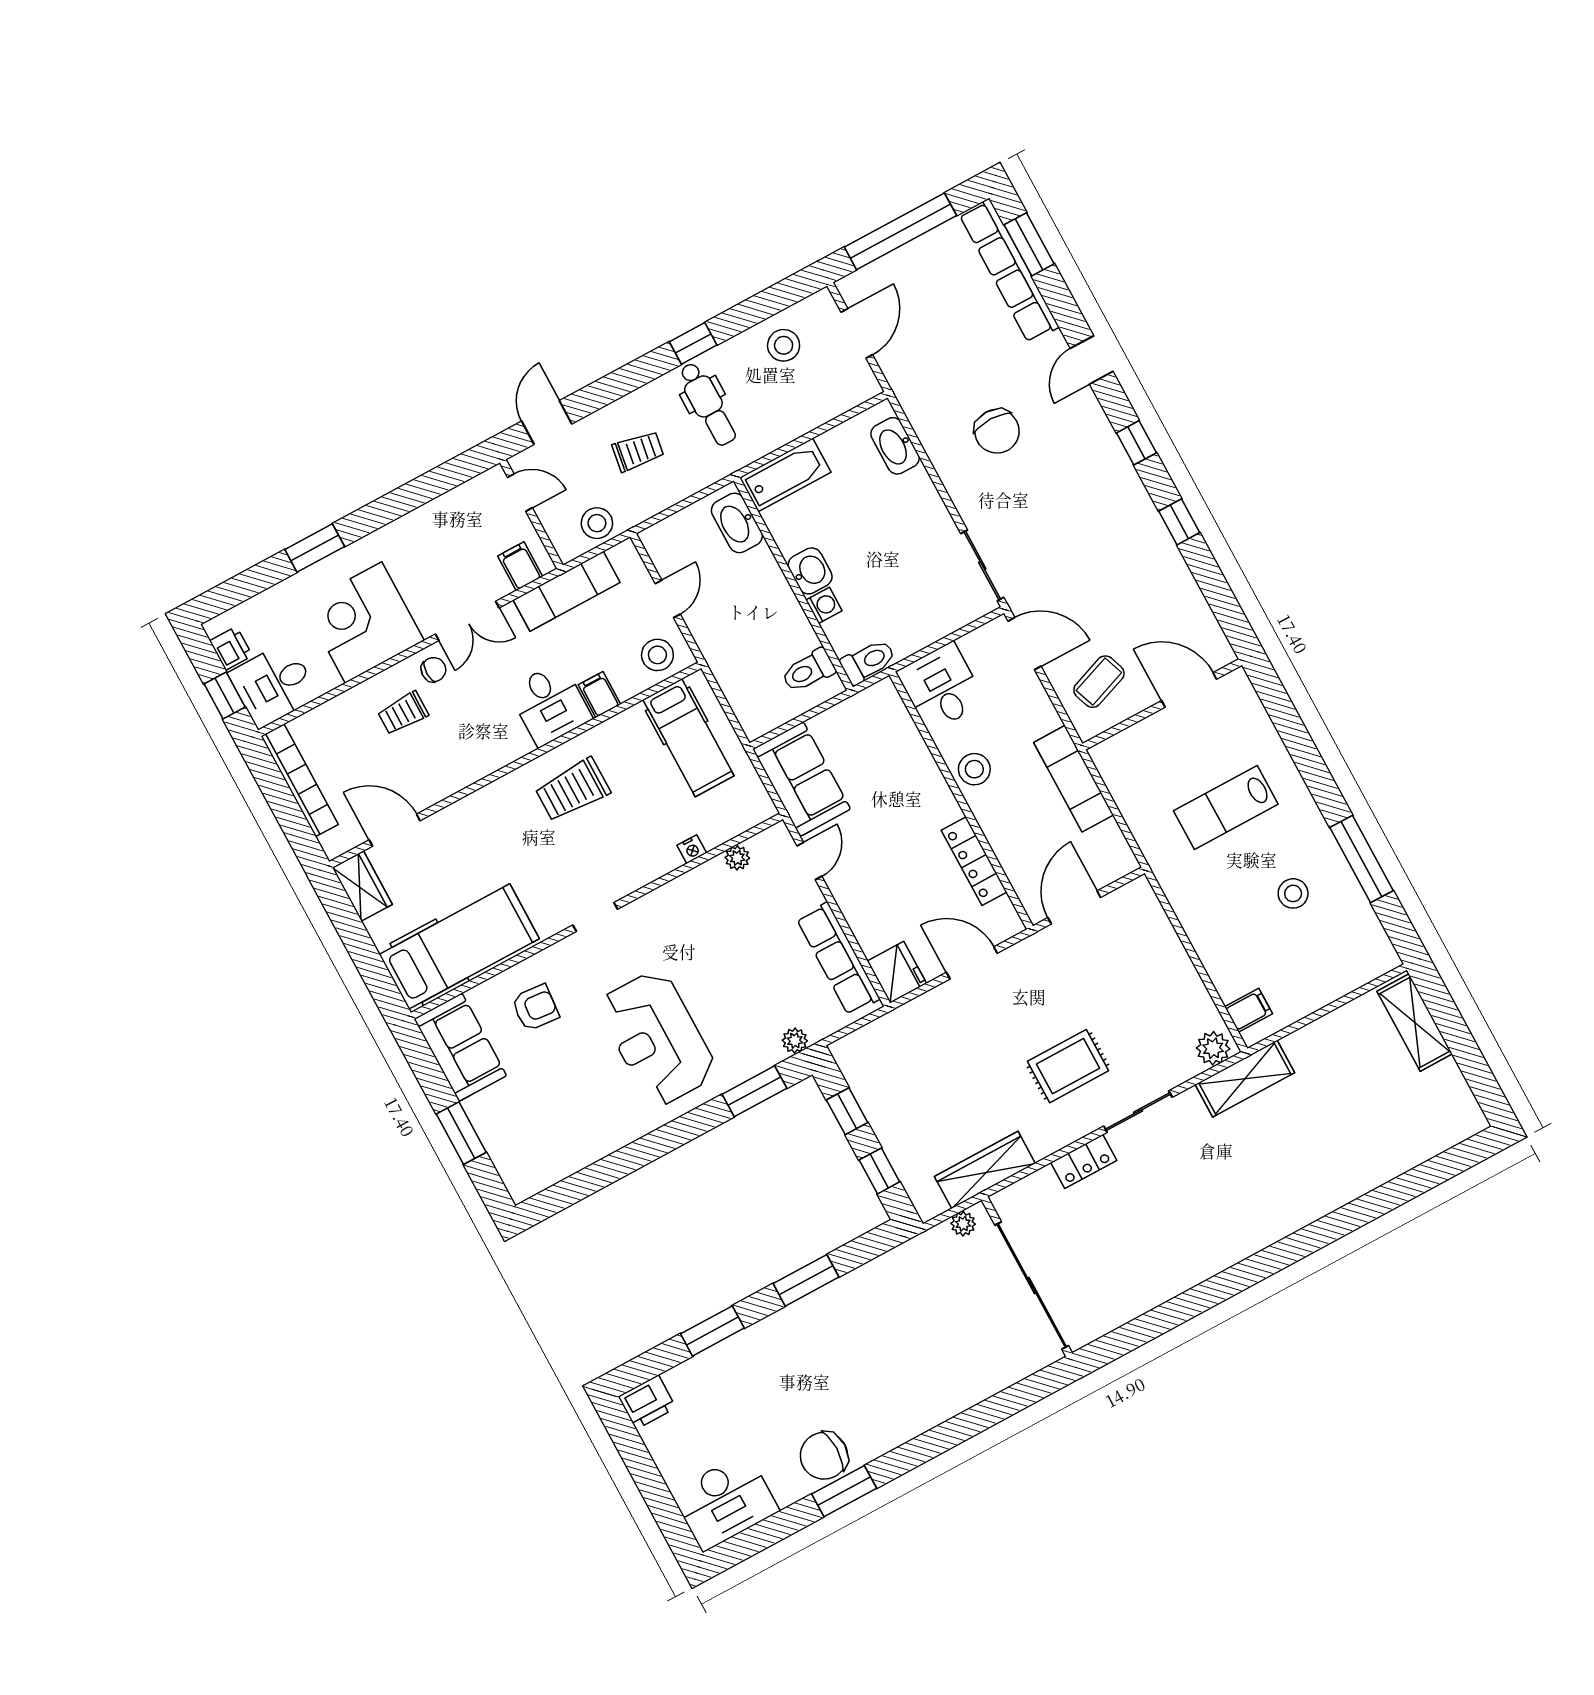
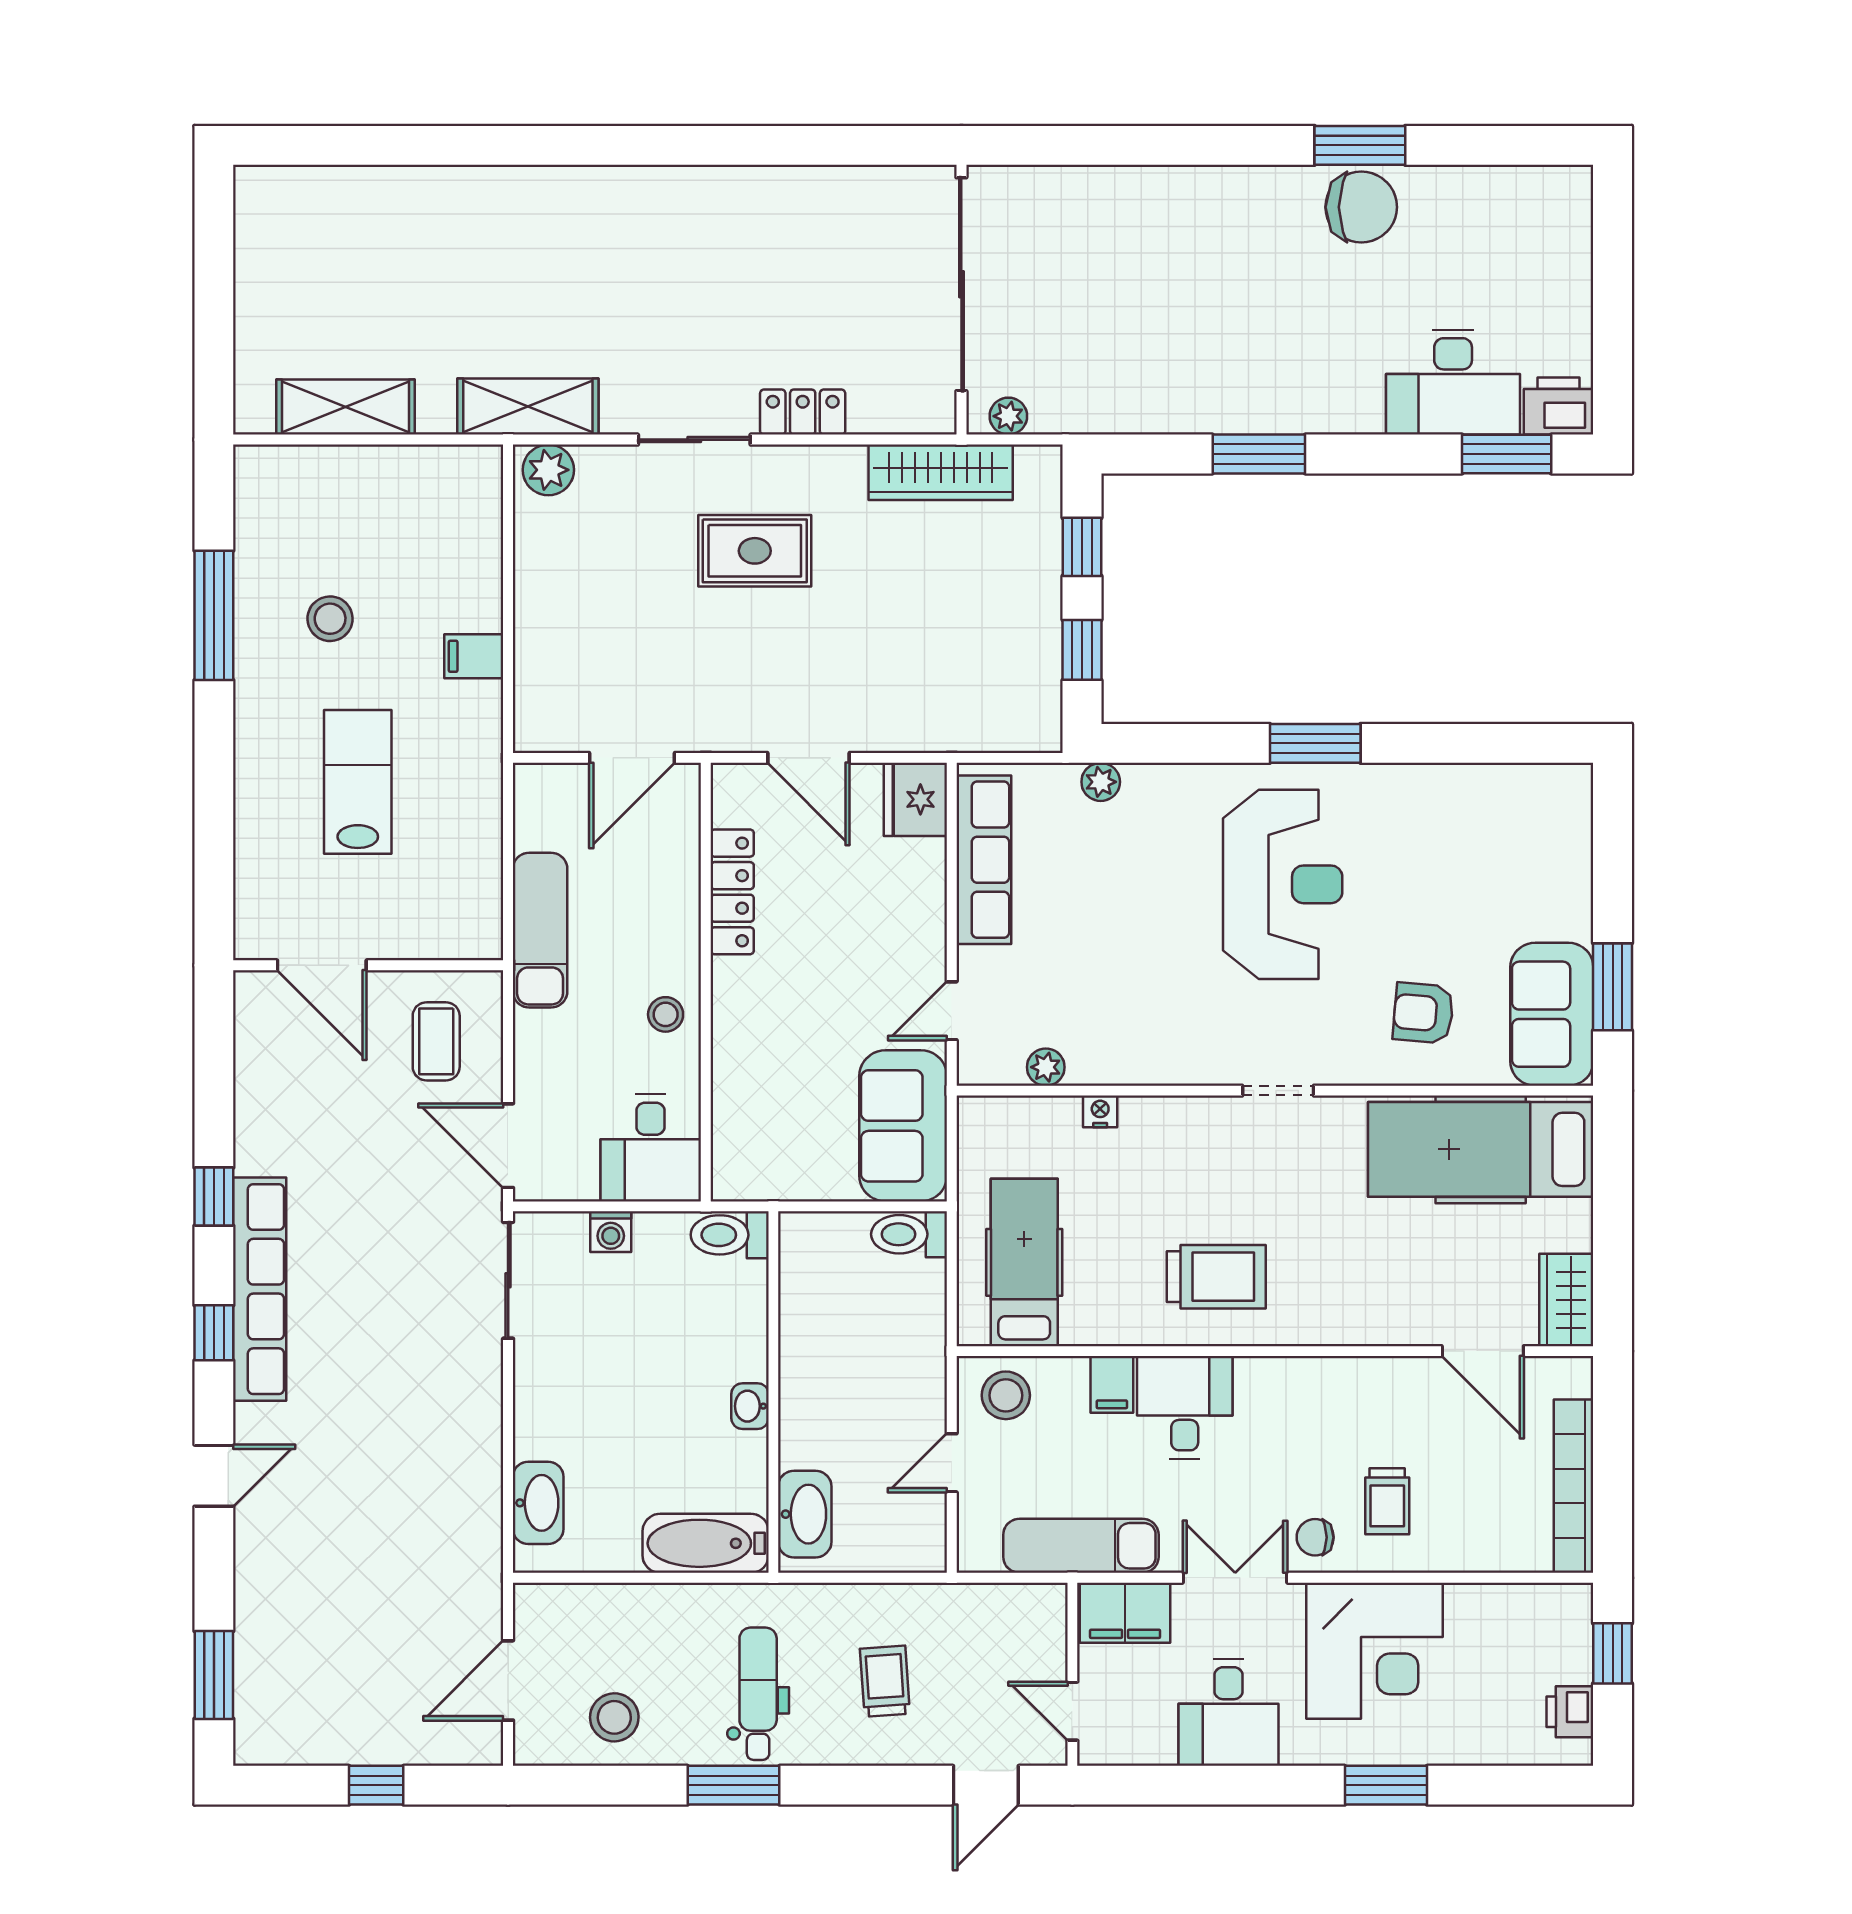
window: (900, 231) -> (376, 1785), width x0.32
row of seats: (1009, 271) -> (260, 1289), moved
window: (693, 343) -> (733, 1785), width x1.50
chair: (997, 431) -> (392, 1449), removed
trolley: (638, 451) -> (885, 1681), turned 77
stool: (597, 523) -> (992, 1615), removed
filing cabinet: (520, 566) -> (1125, 1613), width x2.00
washbasin: (810, 571) -> (750, 1406), width x0.72, depth x0.69
washing machine: (824, 605) -> (611, 1232), moved, turned -90
toilet: (808, 671) -> (909, 1234), moved, turned 180
coffee table: (1099, 682) -> (436, 1041), turned -70
desk: (274, 685) -> (1228, 1712), moved, turned 90
trolley: (403, 713) -> (1387, 1501), turned 90
stool: (974, 769) -> (666, 1014), width x0.73, depth x0.73
lab bench: (1226, 808) -> (358, 782), turned -90
filing cabinet: (1248, 1010) -> (474, 656), moved
shelving: (1415, 1023) -> (345, 407), moved, turned 90
window: (754, 1091) -> (1315, 743), moved
window: (461, 1133) -> (1613, 987), moved
window: (712, 1331) -> (1507, 454), moved
desk: (725, 1502) -> (1453, 382), moved, turned 180

